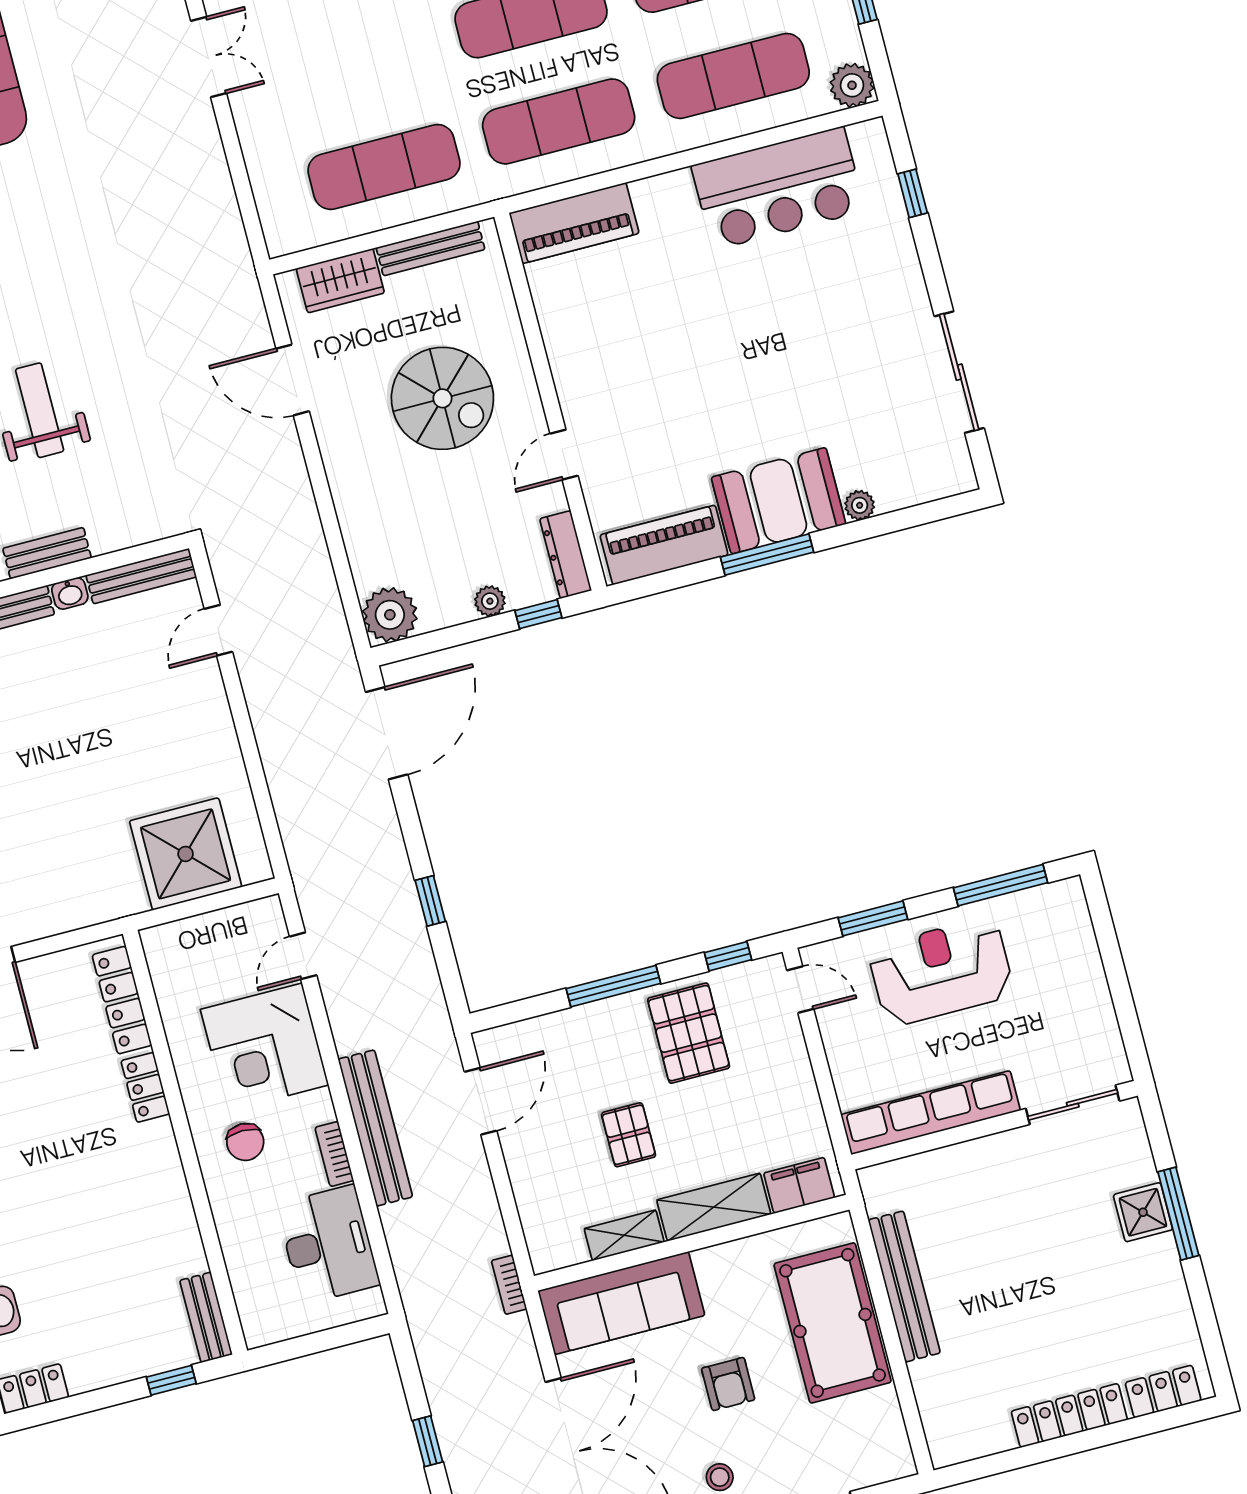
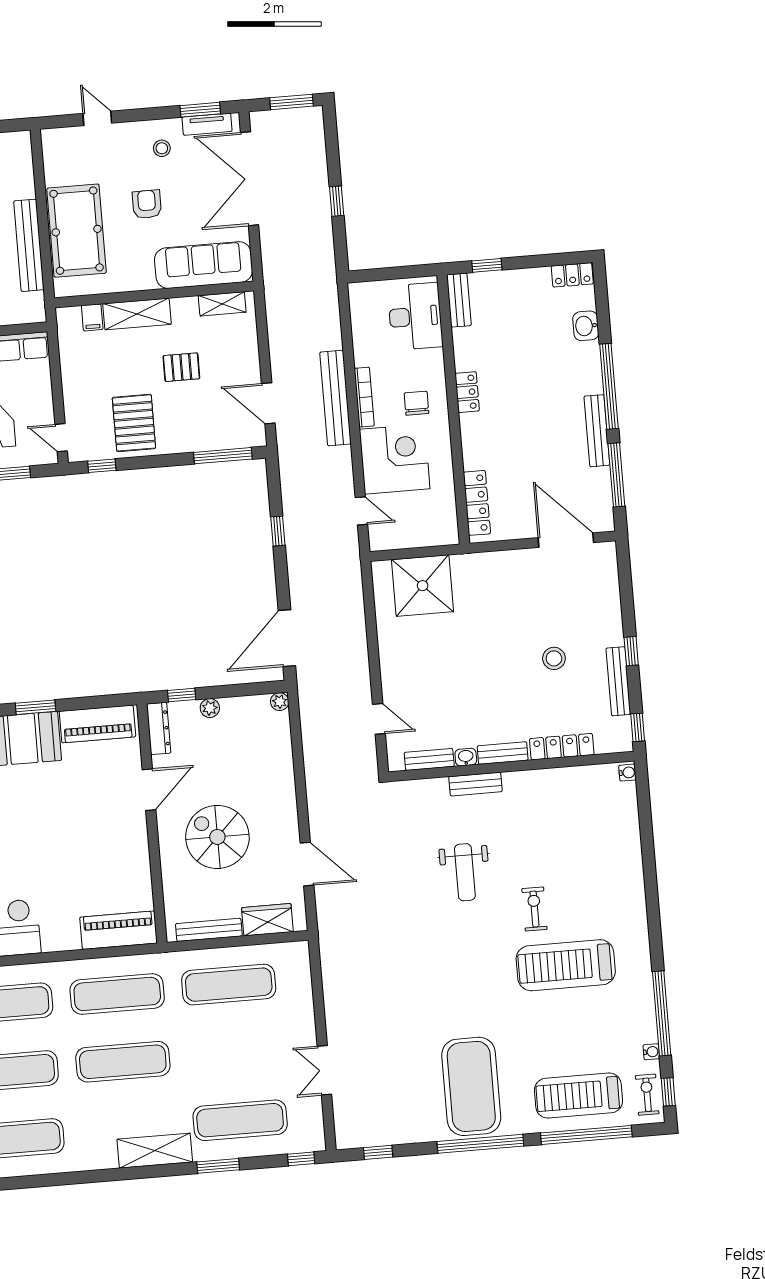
door: (564, 455) -> (149, 790), width x1.38
window: (767, 555) -> (36, 707), width x0.69
bench: (141, 576) -> (429, 759), width x0.73
plant: (390, 615) -> (280, 702), width x0.53, depth x0.53
door: (218, 630) -> (379, 719), hinge flipped
door: (303, 956) -> (361, 511), hinge flipped
window: (613, 986) -> (223, 456), moved
locker: (145, 1087) -> (467, 392), moved
door: (481, 1101) -> (268, 403), hinge flipped
pallet: (629, 1135) -> (181, 367), turned 90
bookcase: (334, 1154) -> (364, 397), width x1.56
filing cabinet: (799, 1185) -> (92, 317), width x0.50
shelving: (624, 1235) -> (222, 304), moved
desk: (328, 1244) -> (415, 316), moved, turned 180
bookcase: (509, 1285) -> (270, 288), removed

